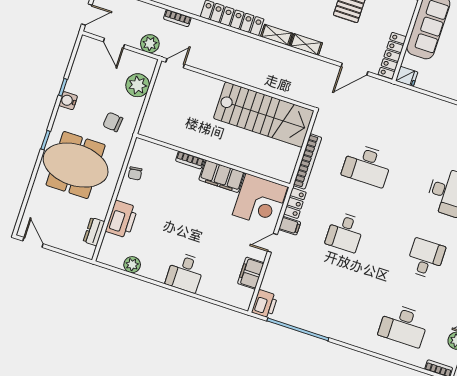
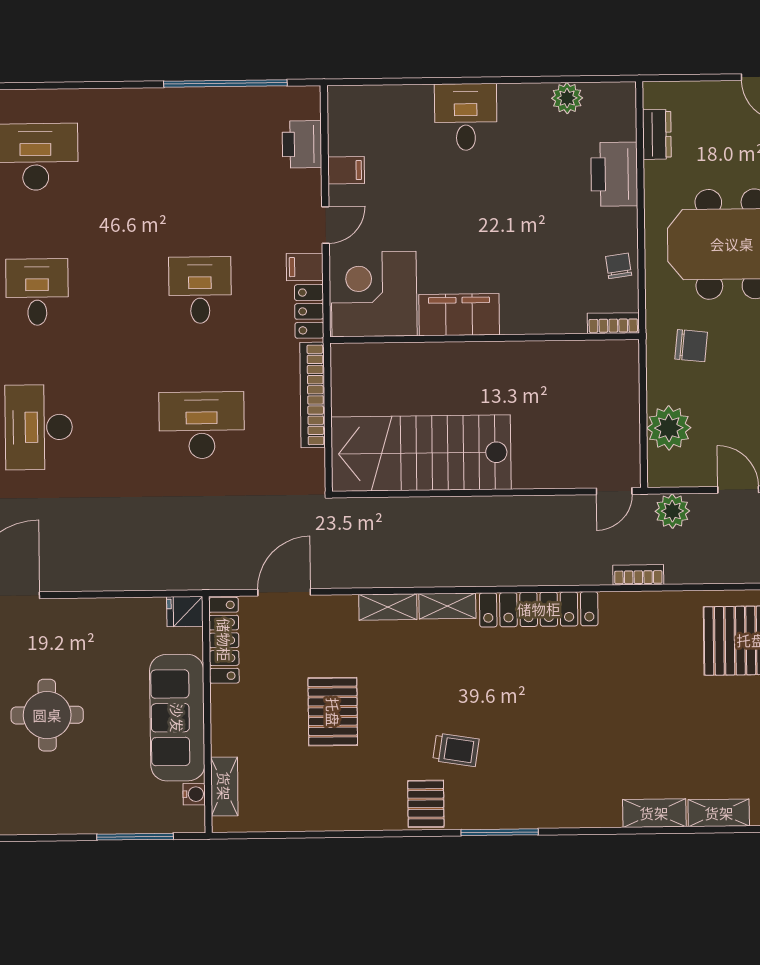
bookcase: (190, 160) -> (613, 323), moved
desk: (426, 259) -> (37, 292), turned 180
filing cabinet: (251, 273) -> (346, 170), width x0.50
printer: (265, 304) -> (302, 144), moved

